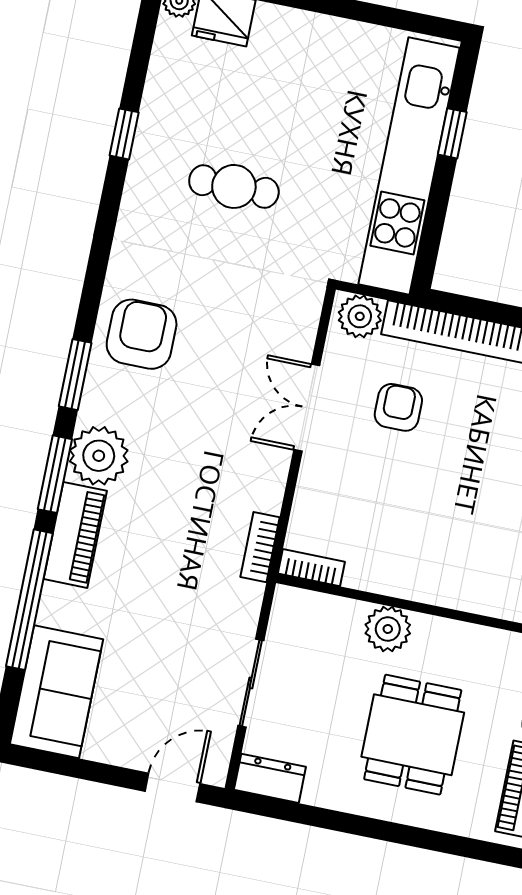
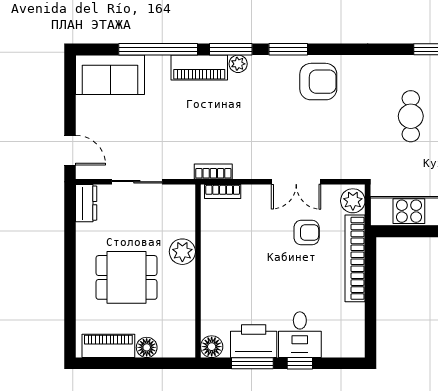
double door: (307, 408) -> (296, 182), swing flipped
plant: (99, 456) -> (238, 64), width x0.53, depth x0.53
bookcase: (311, 568) -> (223, 192), moved, turned 90

